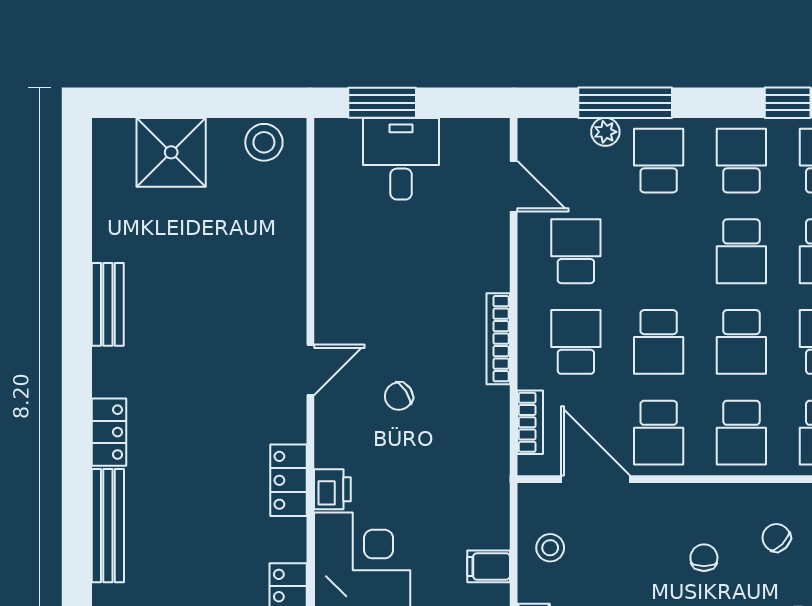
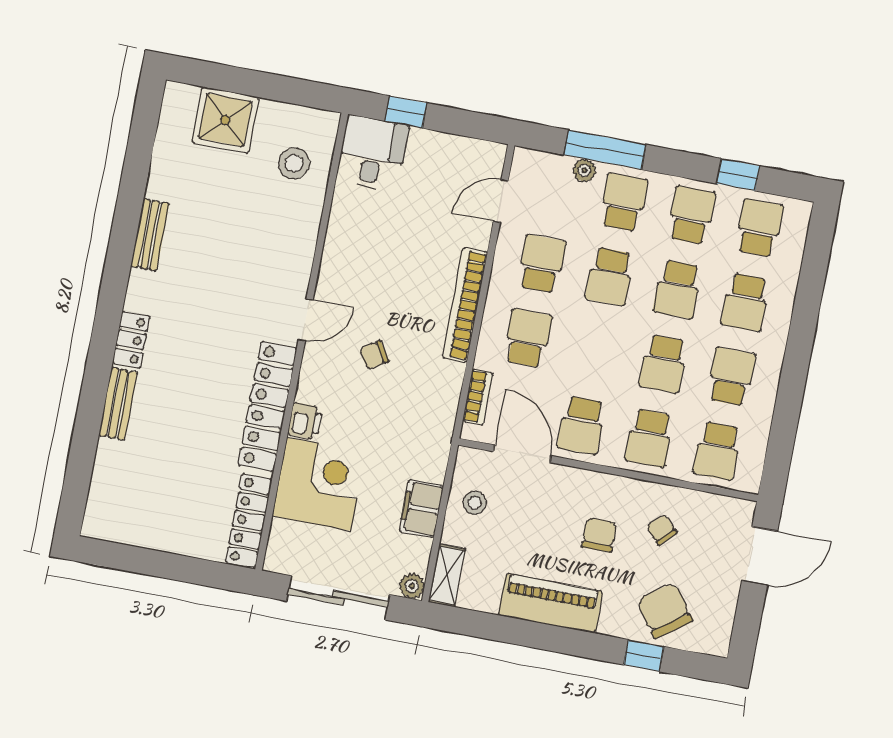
window: (382, 103) -> (406, 112), width x0.67
stool: (264, 142) -> (294, 163), moved
desk: (401, 159) -> (373, 153), moved
door: (514, 186) -> (501, 201), swing flipped
bookcase: (498, 339) -> (465, 305), width x1.48, depth x1.31
school desk: (659, 342) -> (610, 277), moved
locker: (288, 480) -> (268, 406), width x2.16, depth x1.21
bench: (108, 526) -> (118, 404), width x0.73
chair: (704, 558) -> (599, 535), width x1.37, depth x1.37
filing cabinet: (489, 566) -> (421, 509), width x2.00

